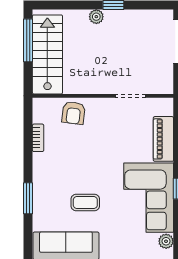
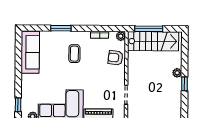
window: (28, 40) -> (149, 29), moved
plant: (40, 105) -> (121, 36), added
coffee table: (85, 203) -> (74, 54), moved

